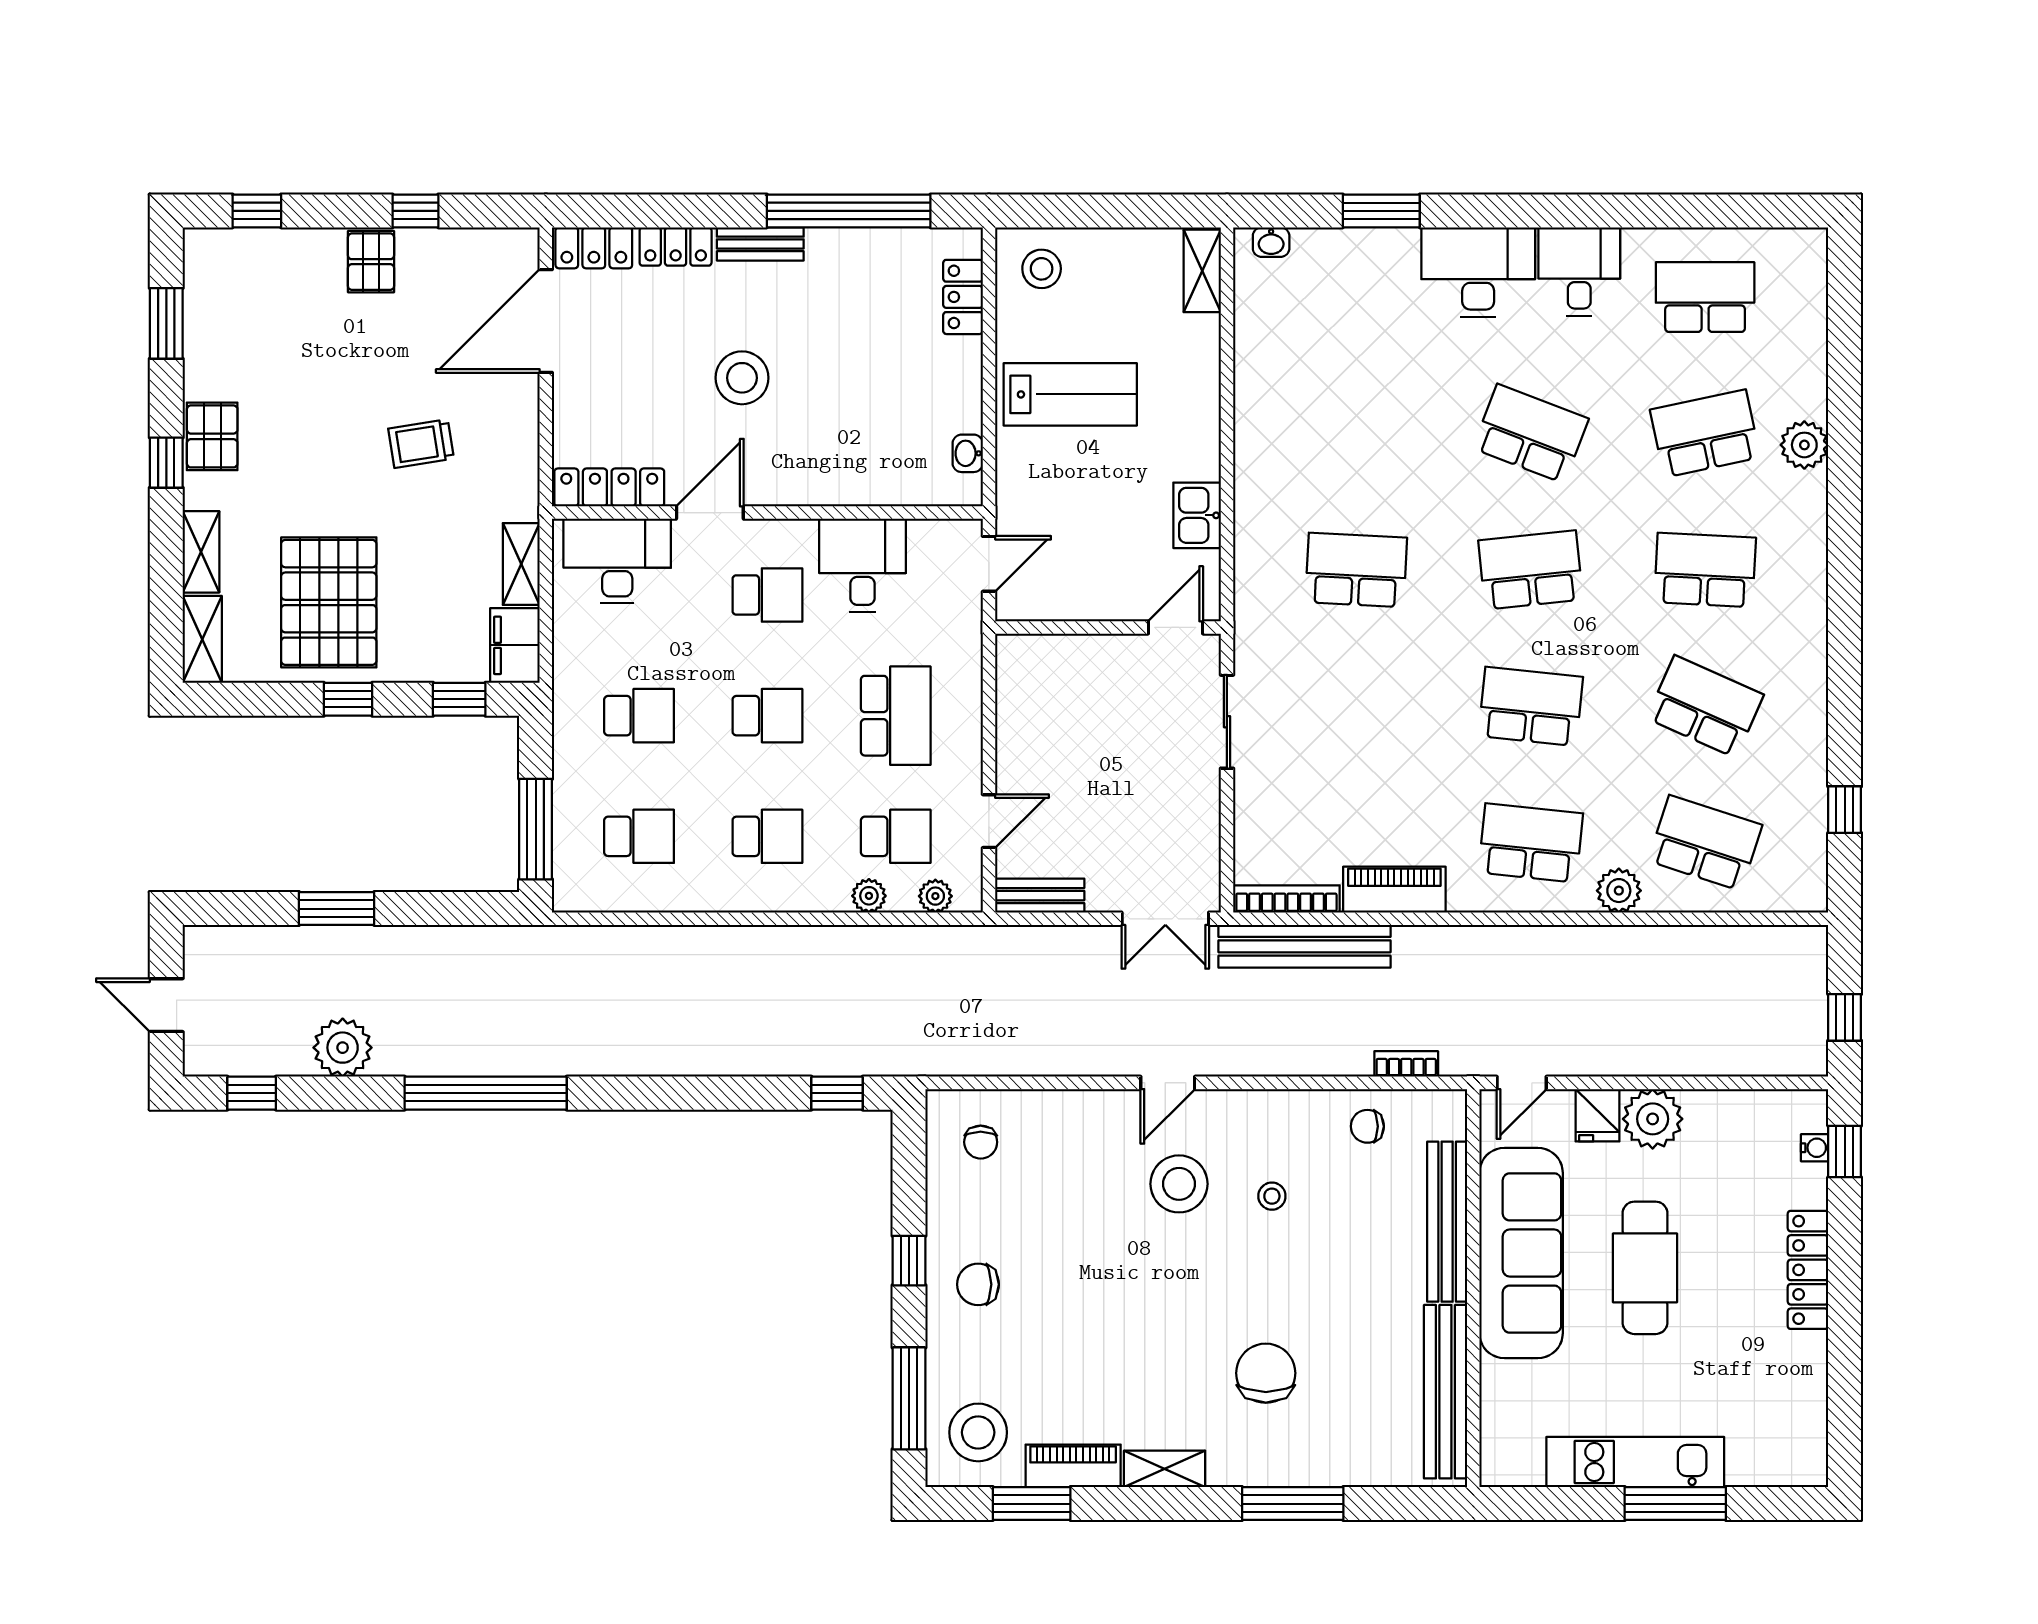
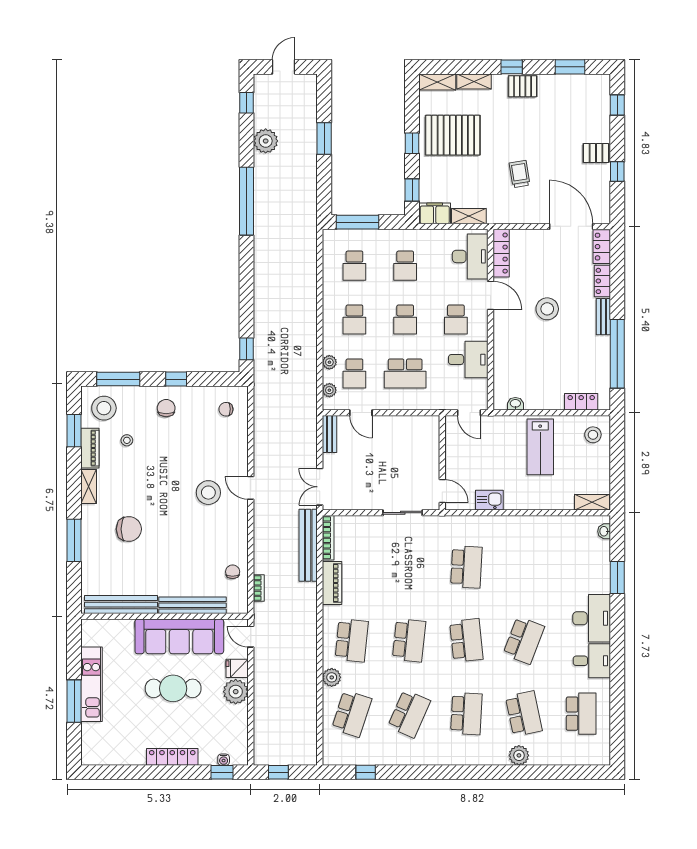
stool: (1272, 1196) -> (127, 440), moved

